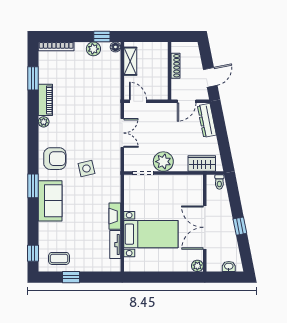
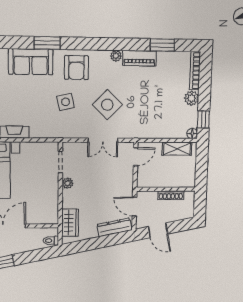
plant: (93, 49) -> (192, 98), moved
side table: (89, 129) -> (107, 105), added
plant: (163, 162) -> (68, 183), width x0.53, depth x0.53

